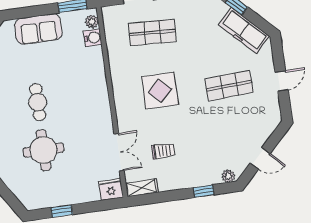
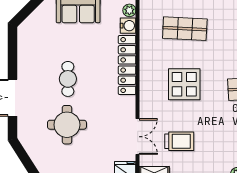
locker: (98, 79) -> (127, 65), added
trolley: (163, 151) -> (179, 141), width x1.36, depth x1.39

